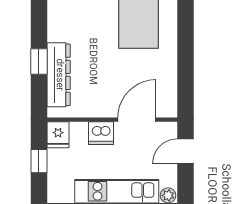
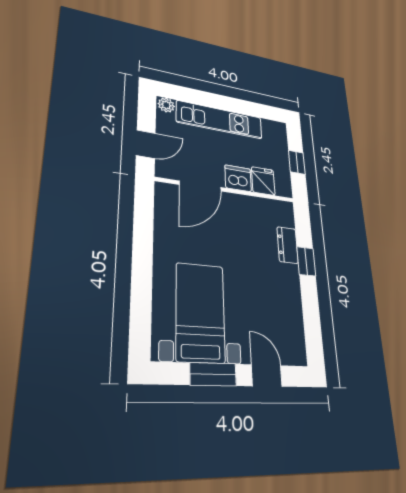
dresser: (59, 75) -> (288, 245), width x0.51, depth x0.80
fridge: (58, 135) -> (263, 181), moved

